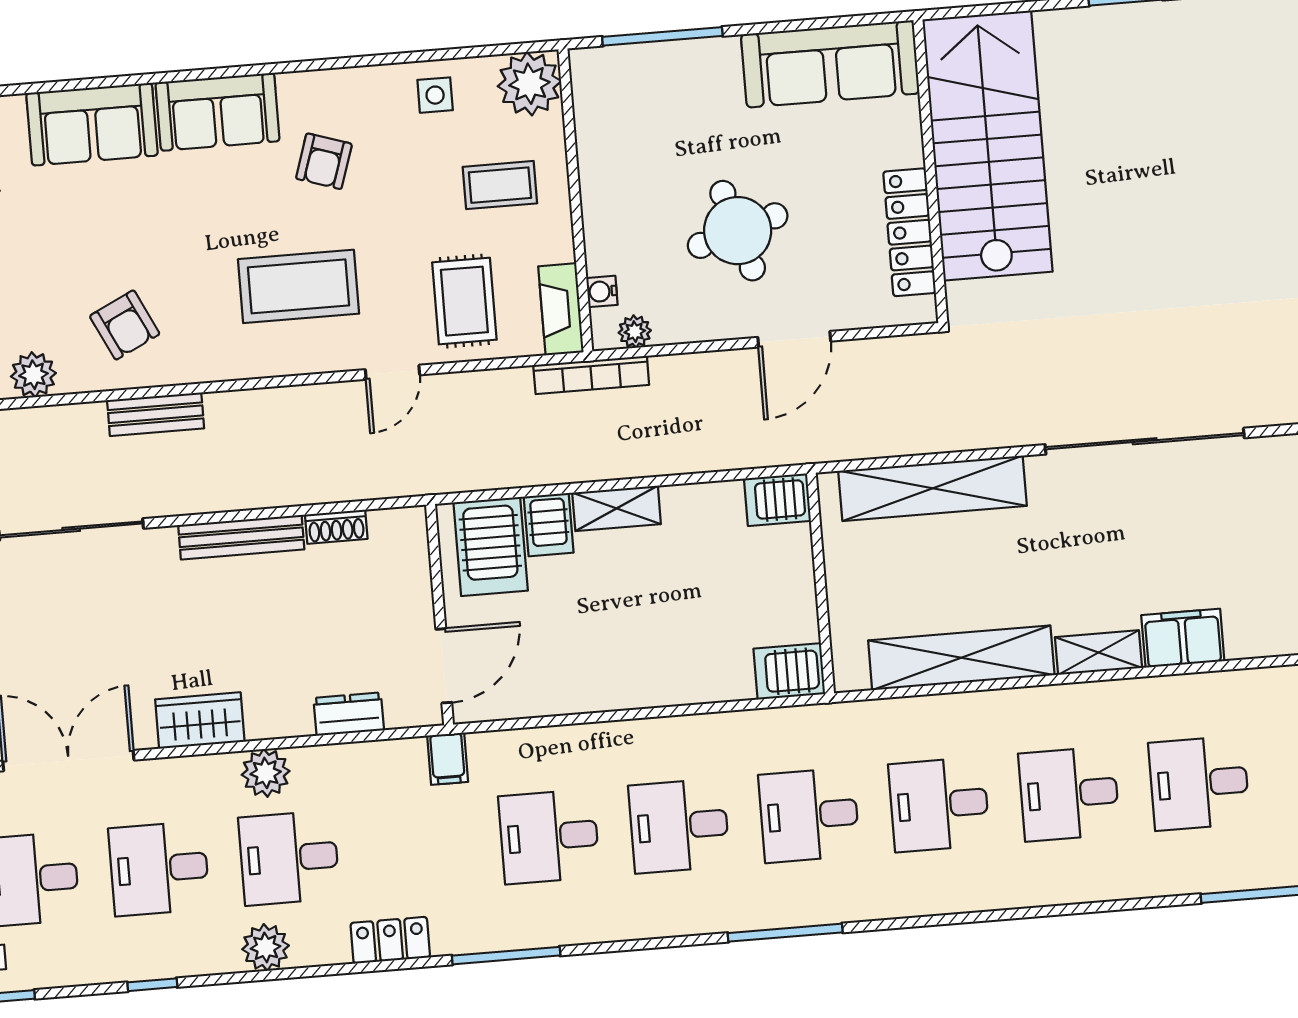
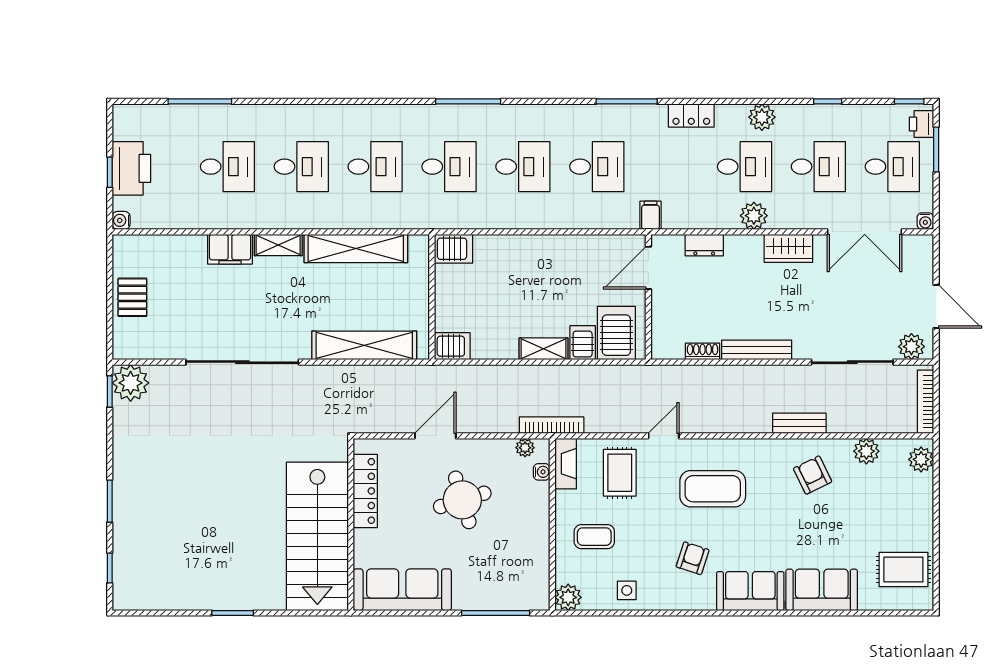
plant: (529, 84) -> (568, 597), width x0.73, depth x0.73

